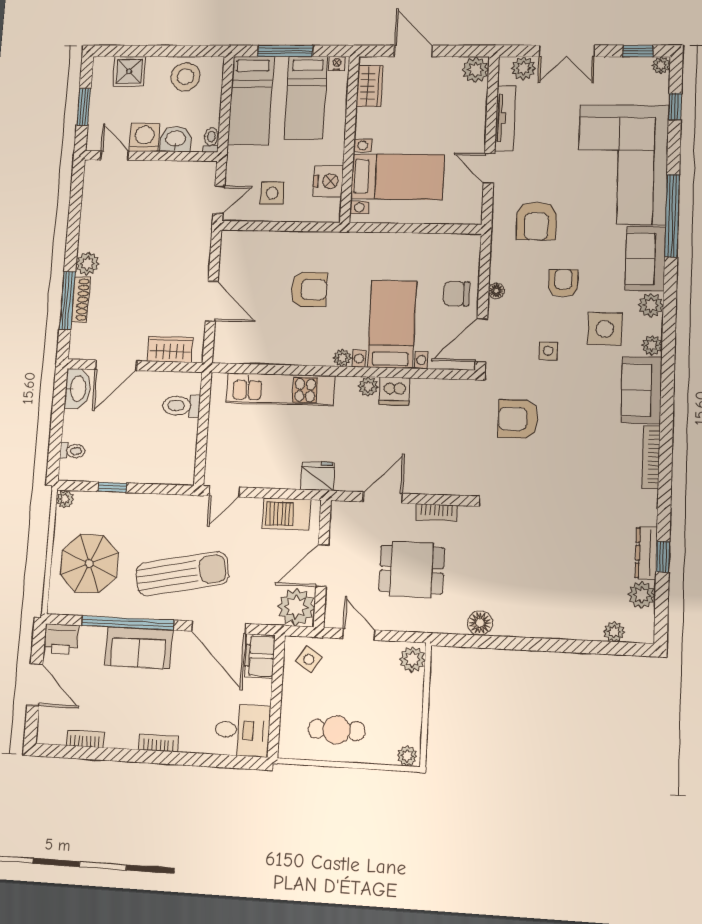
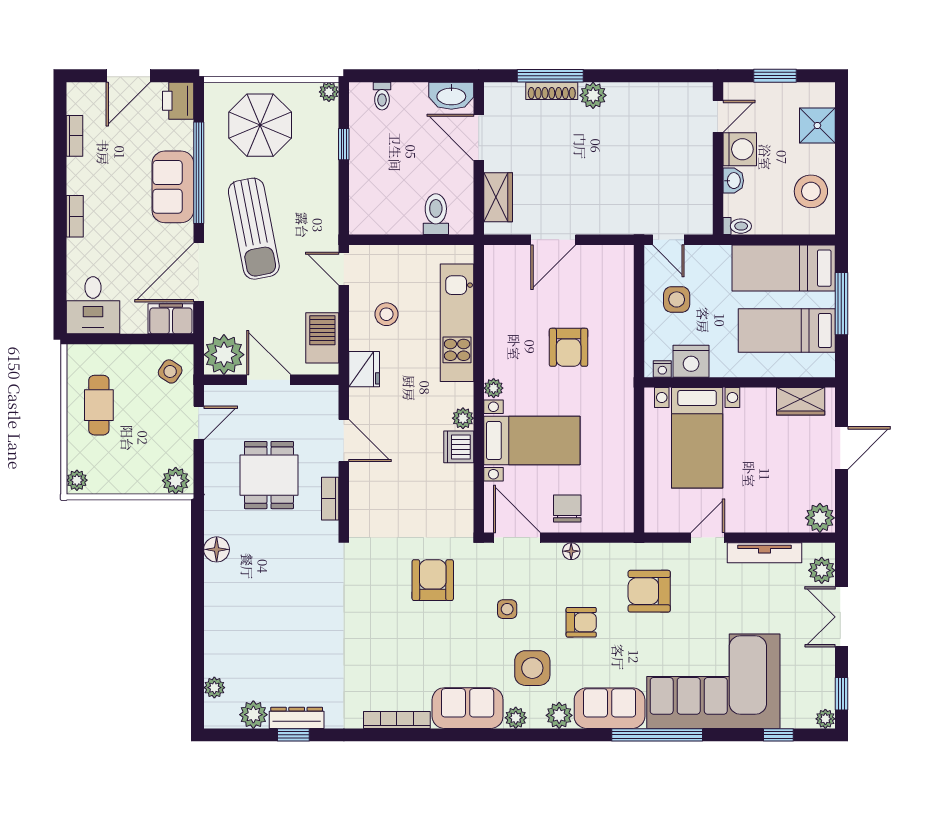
nightstand: (337, 64) -> (662, 369), moved, turned 90
washbasin: (176, 139) -> (733, 181), width x0.72, depth x0.69
stool: (269, 454) -> (386, 314), added

